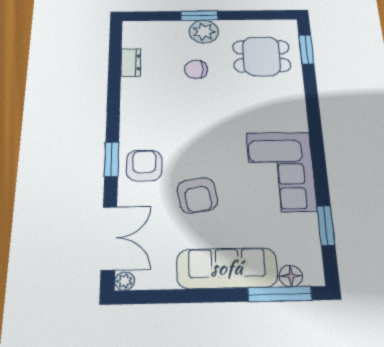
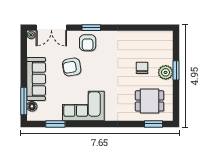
dining table: (262, 56) -> (150, 101), turned 90
dresser: (131, 62) -> (147, 36), removed
armchair: (144, 166) -> (88, 43), turned 90

